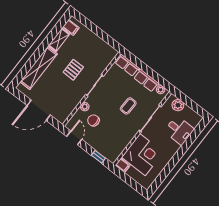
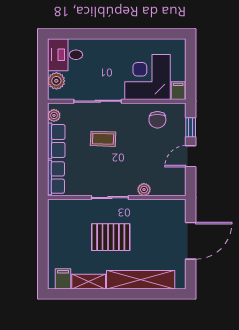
pallet: (73, 70) -> (111, 237), width x1.50, depth x1.42
door: (39, 110) -> (191, 241), hinge flipped
chair: (93, 120) -> (157, 120), moved
desk: (179, 130) -> (65, 55), moved, turned -90
door: (74, 138) -> (191, 156), moved

